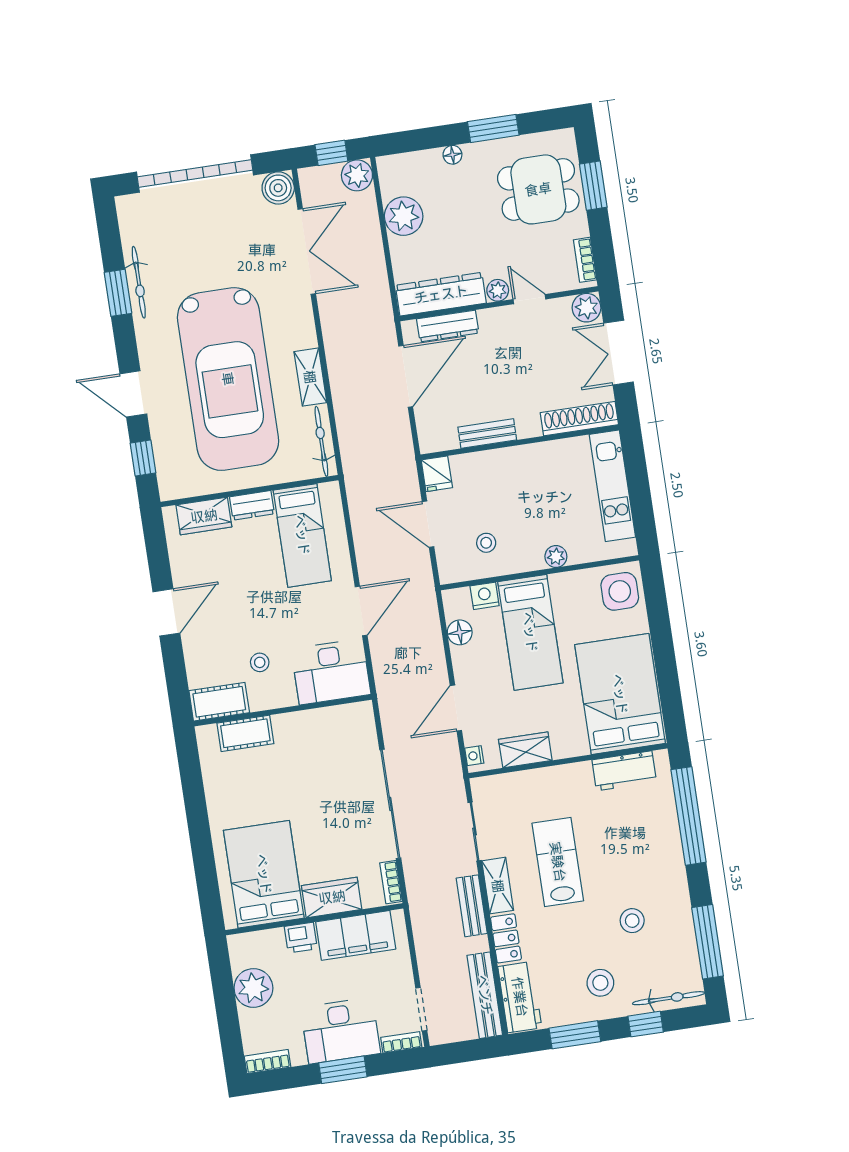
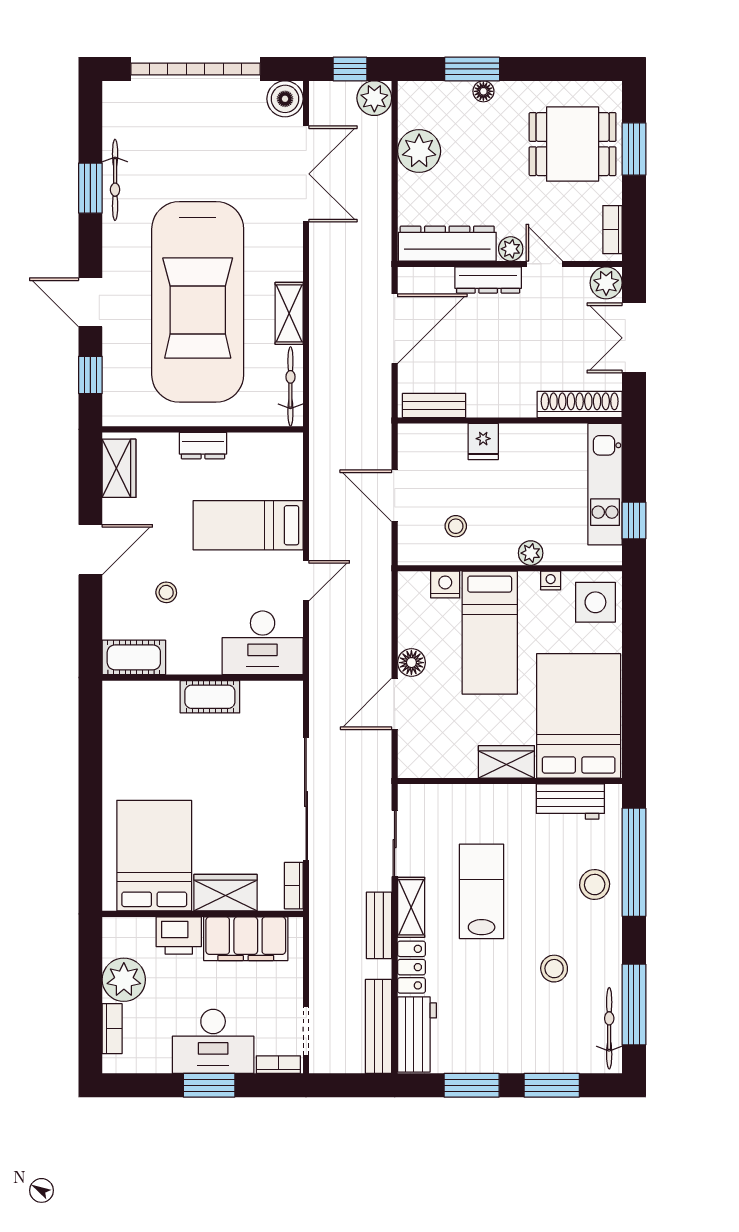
window: (493, 128) -> (472, 69), moved
dresser: (448, 326) -> (488, 280), moved
bench: (487, 434) -> (434, 406), moved
fridge: (437, 474) -> (483, 441), moved
window: (643, 514) -> (634, 520), added
wardrobe: (204, 516) -> (119, 468), moved, turned -90
bed: (302, 535) -> (248, 525), moved, turned 90
door: (361, 611) -> (306, 581), width x0.73
floor lamp: (460, 632) -> (411, 663), moved
stool: (260, 662) -> (166, 592), moved
cot: (245, 733) -> (210, 697), moved
wardrobe: (525, 750) -> (506, 762), moved
nightstand: (474, 756) -> (551, 581), moved, turned 90
printer: (301, 938) -> (179, 936), width x1.36, depth x1.24
stool: (600, 983) -> (595, 885), moved
bicycle: (669, 998) -> (609, 1028), moved, turned -90
window: (646, 1024) -> (552, 1085), width x1.50
bookcase: (268, 1062) -> (112, 1029), moved, turned 90

